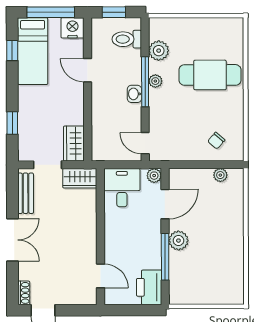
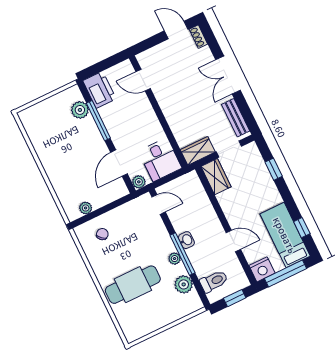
plant: (178, 241) -> (80, 110), moved

